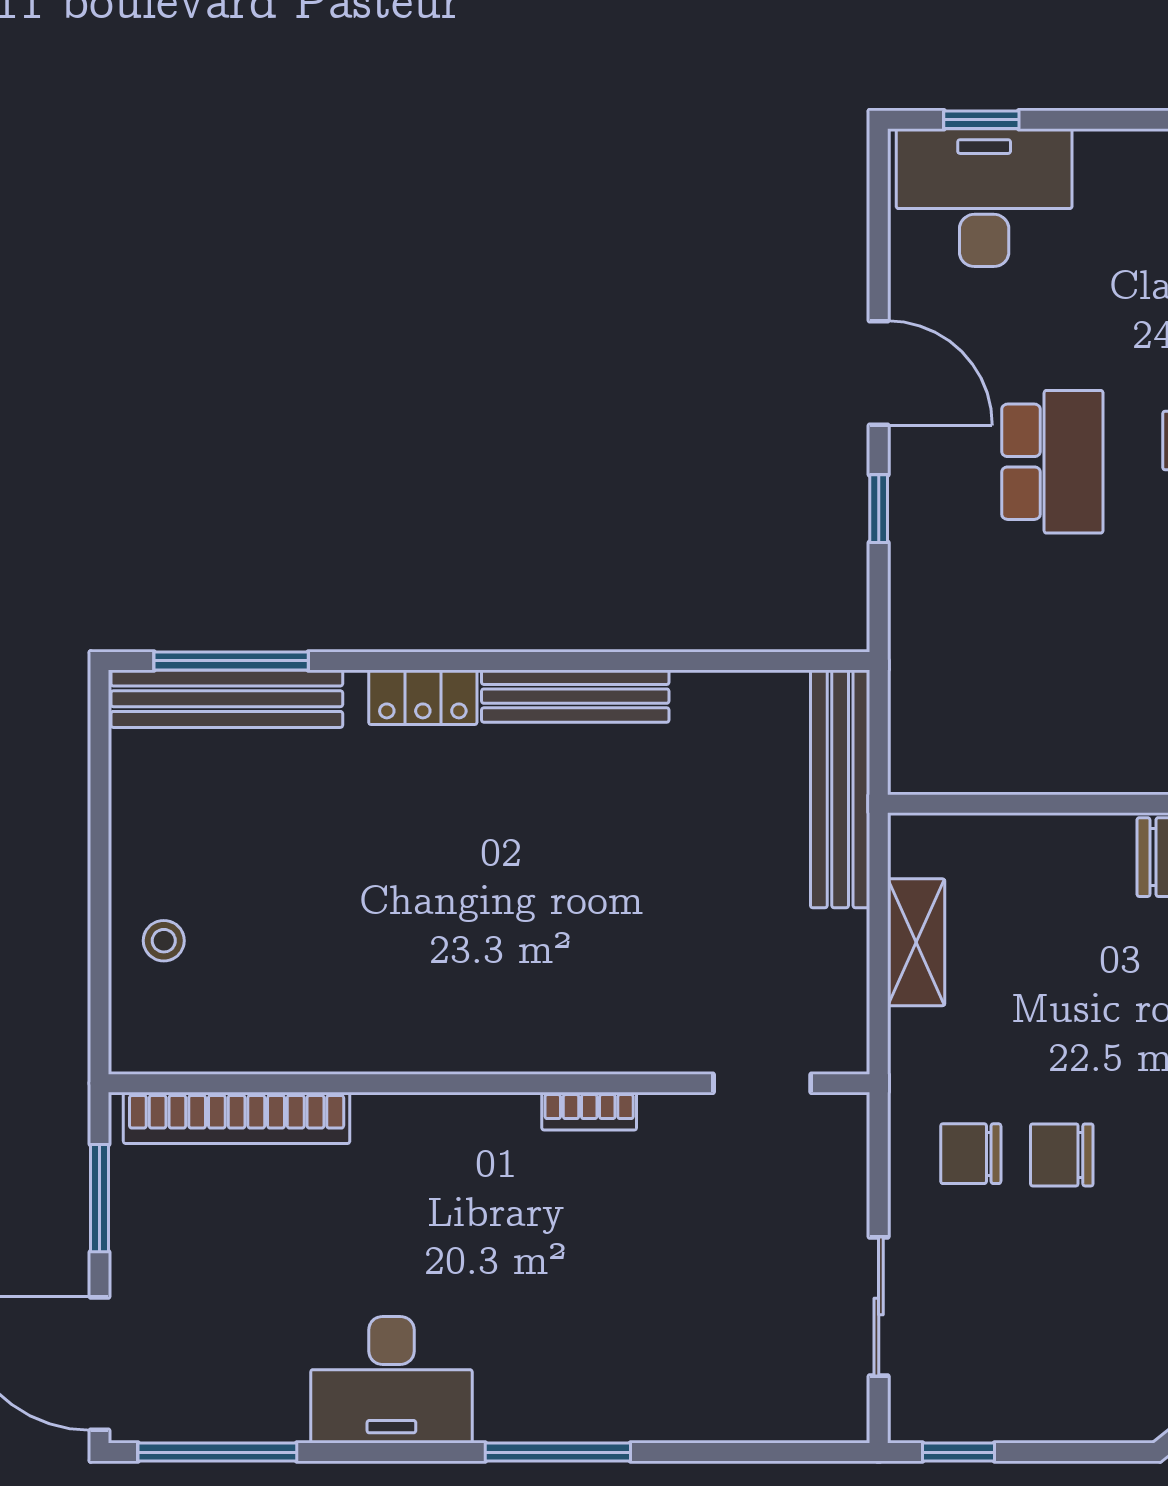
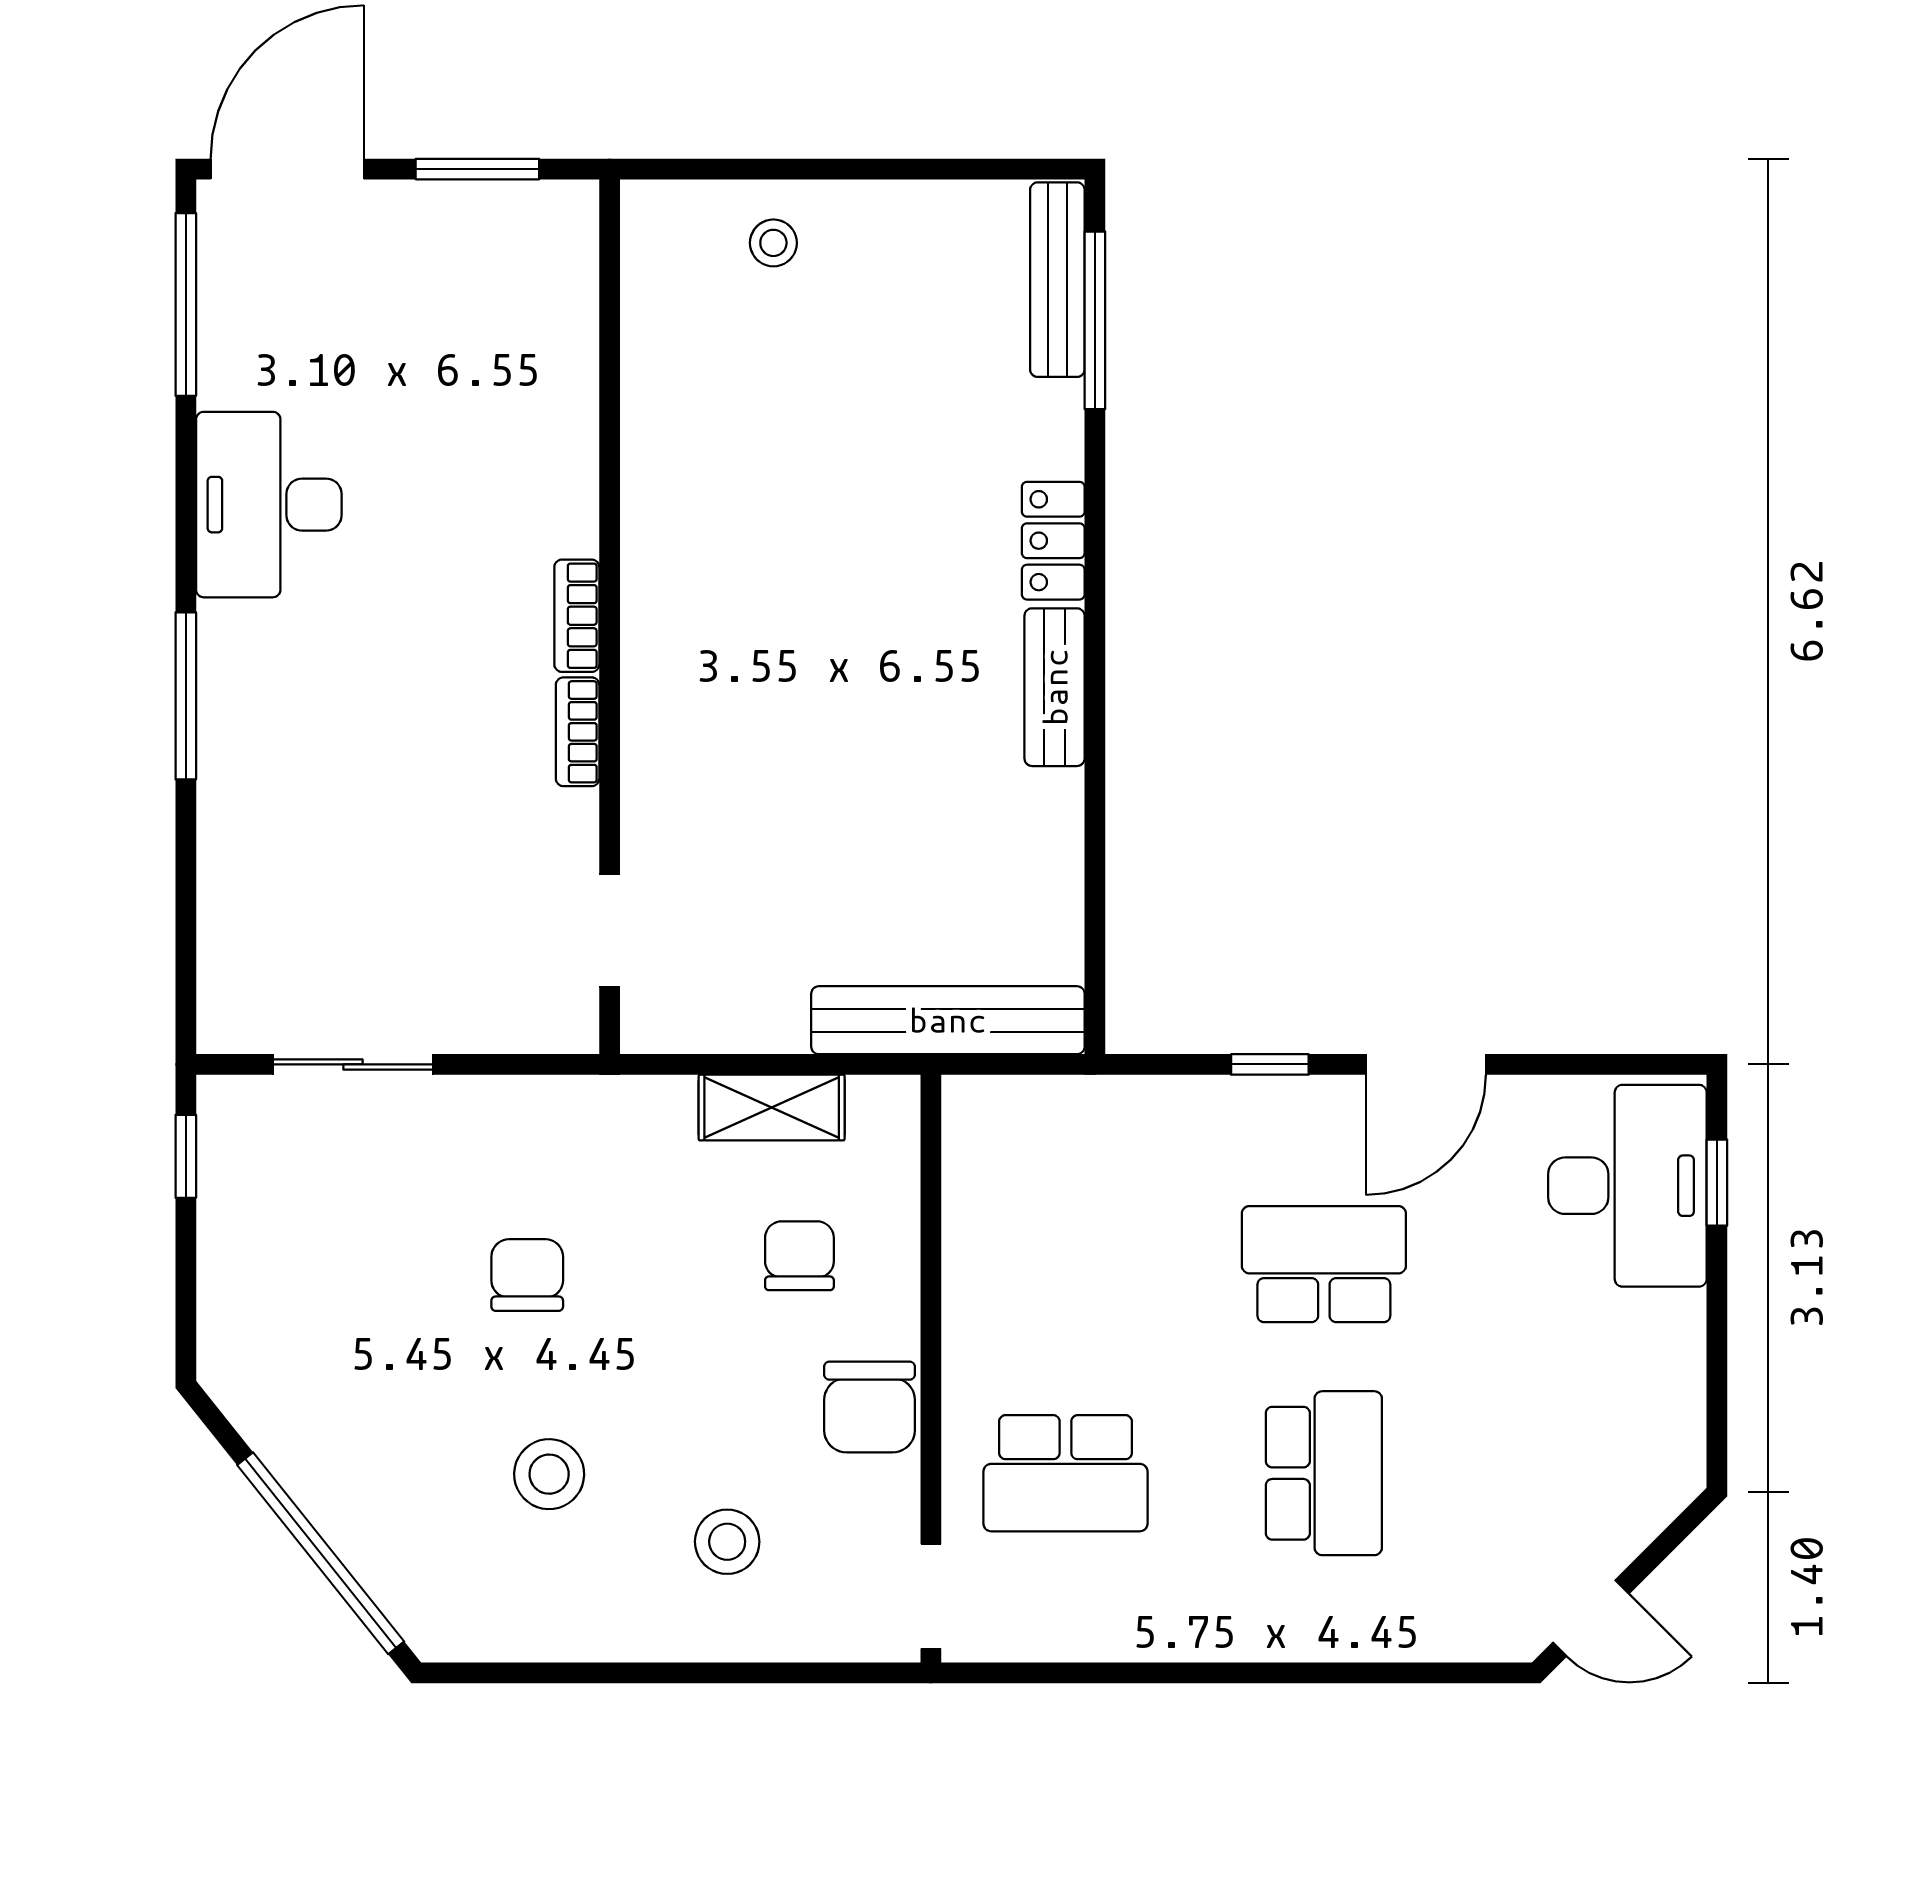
school desk: (1052, 462) -> (1324, 1264), turned 180
bench: (575, 696) -> (1055, 687), width x0.73
bench: (227, 699) -> (1057, 280), width x0.73, depth x0.82
bookcase: (237, 1118) -> (577, 616), moved, width x0.43, depth x0.76
chair: (971, 1154) -> (799, 1256), moved

